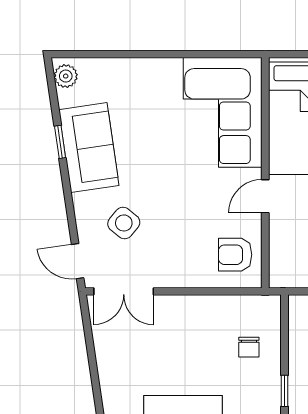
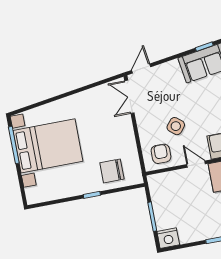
side table: (124, 223) -> (176, 126), moved
chair: (249, 347) -> (112, 171), width x1.87, depth x1.87

